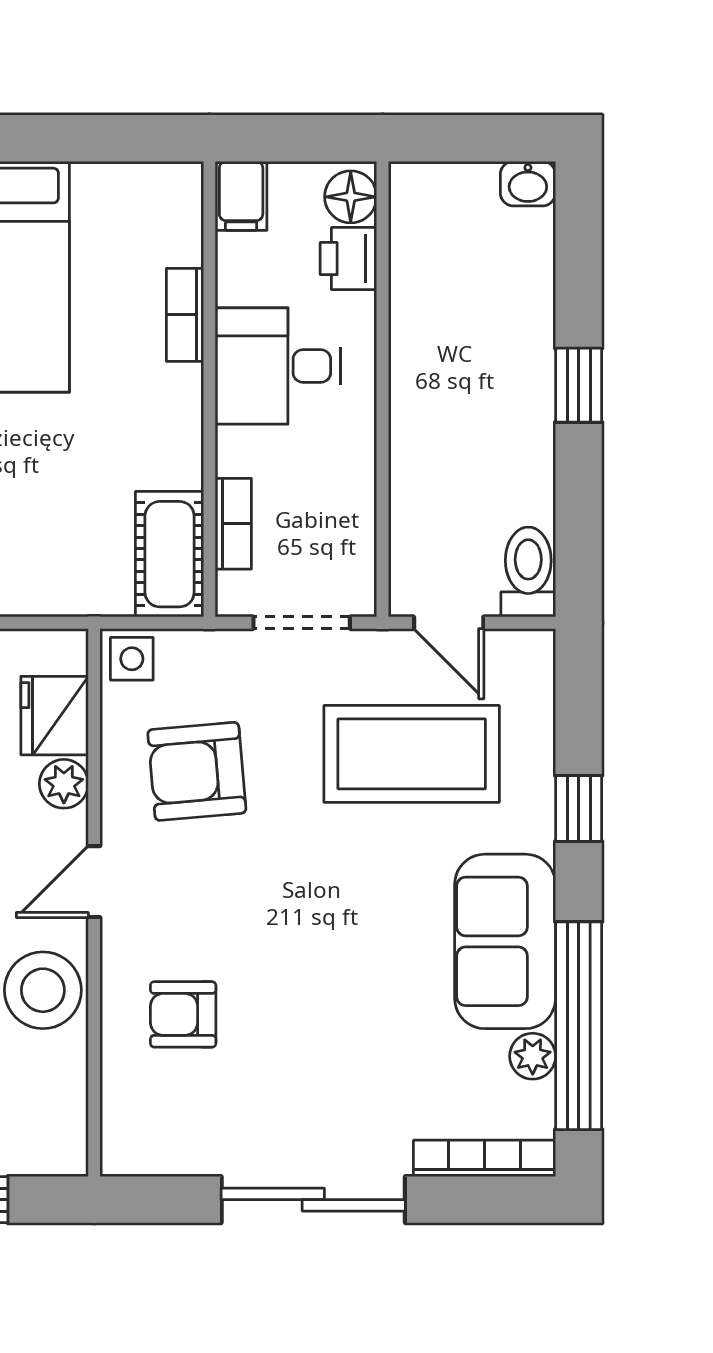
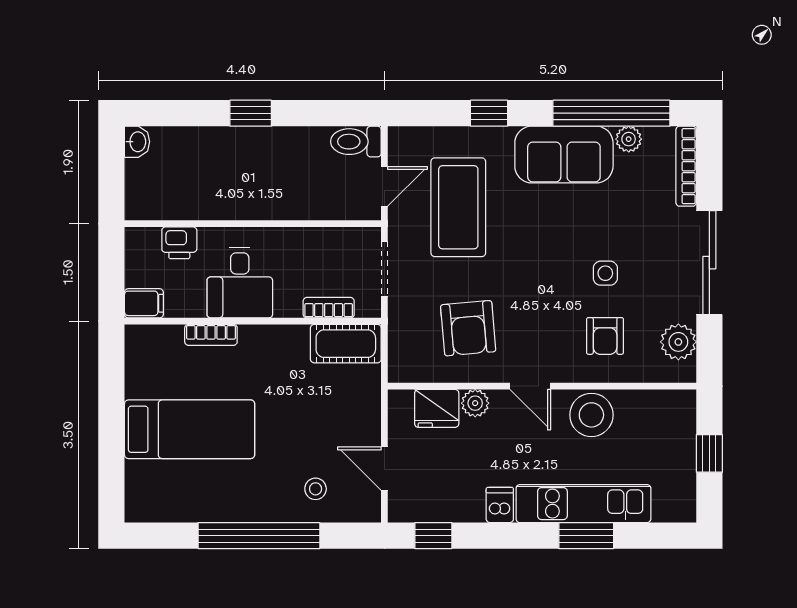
floor lamp: (351, 197) -> (144, 242), removed
side table: (132, 659) -> (605, 273), moved
plant: (173, 1145) -> (678, 342), added

